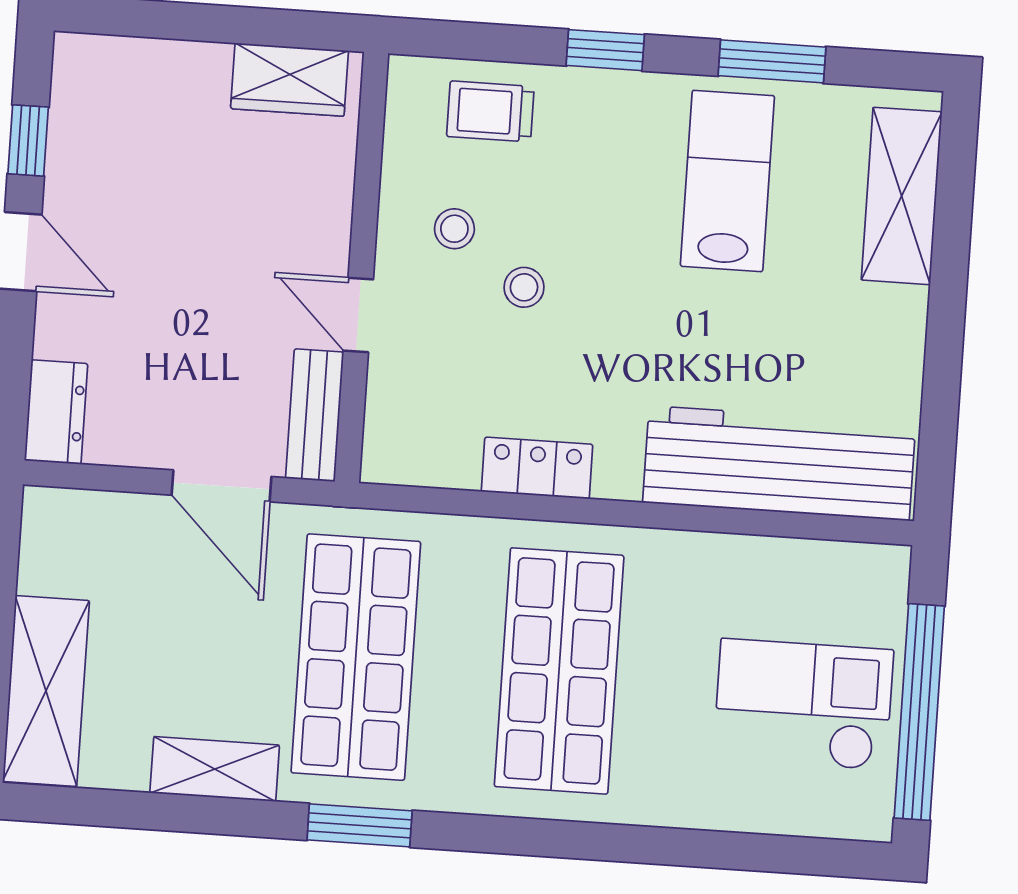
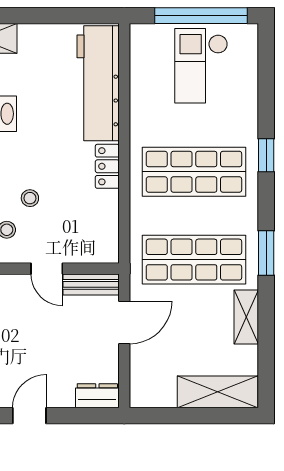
door: (358, 315) -> (47, 269), hinge flipped
locker: (537, 468) -> (107, 166), moved
window: (586, 841) -> (266, 155), added

